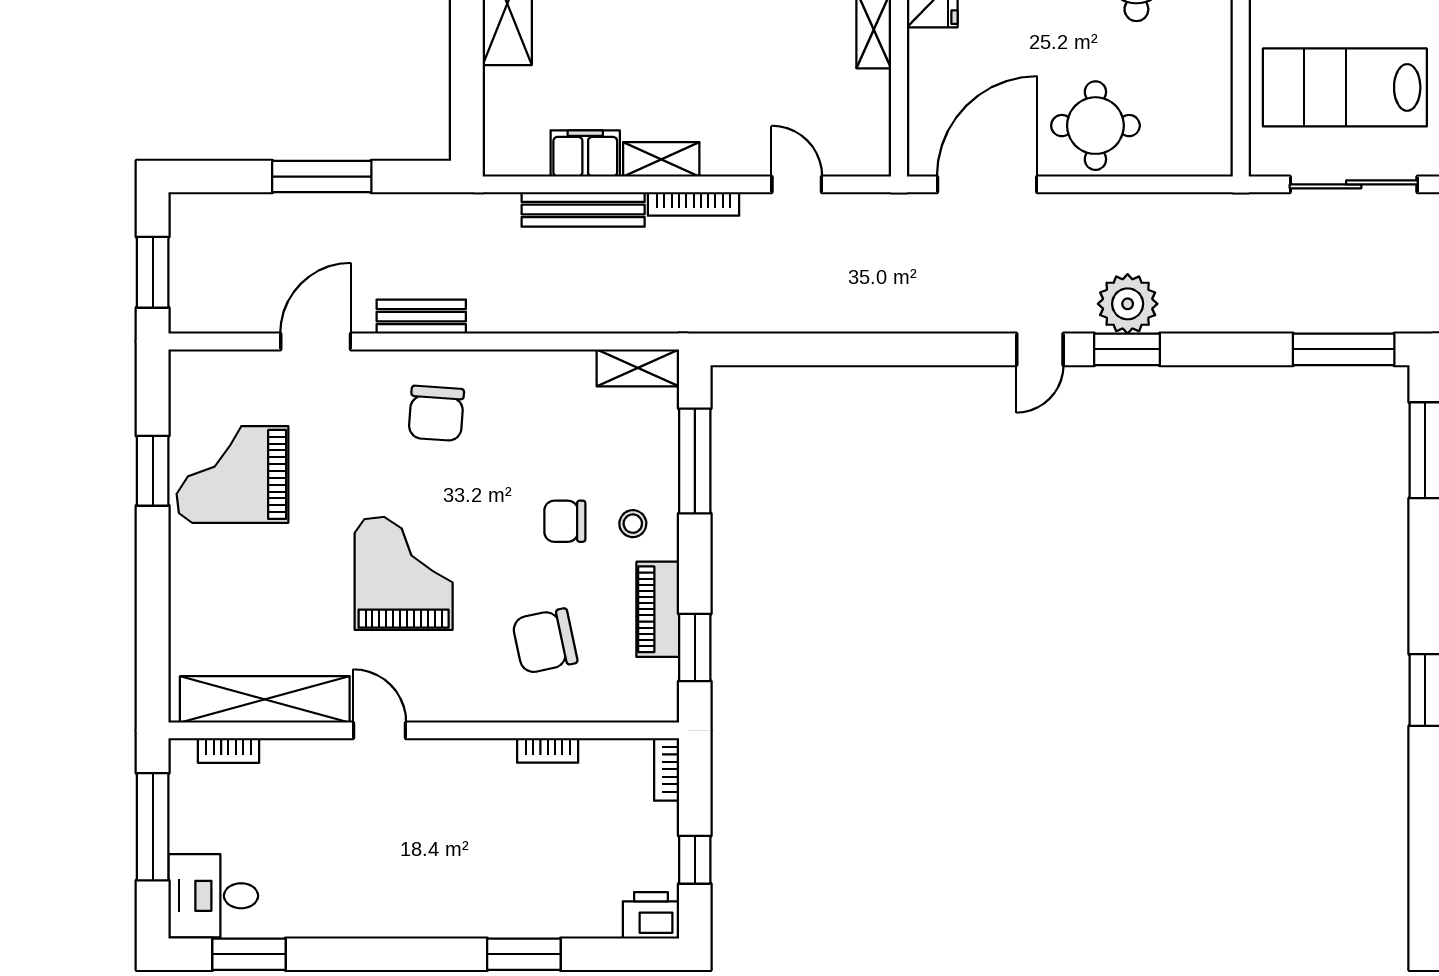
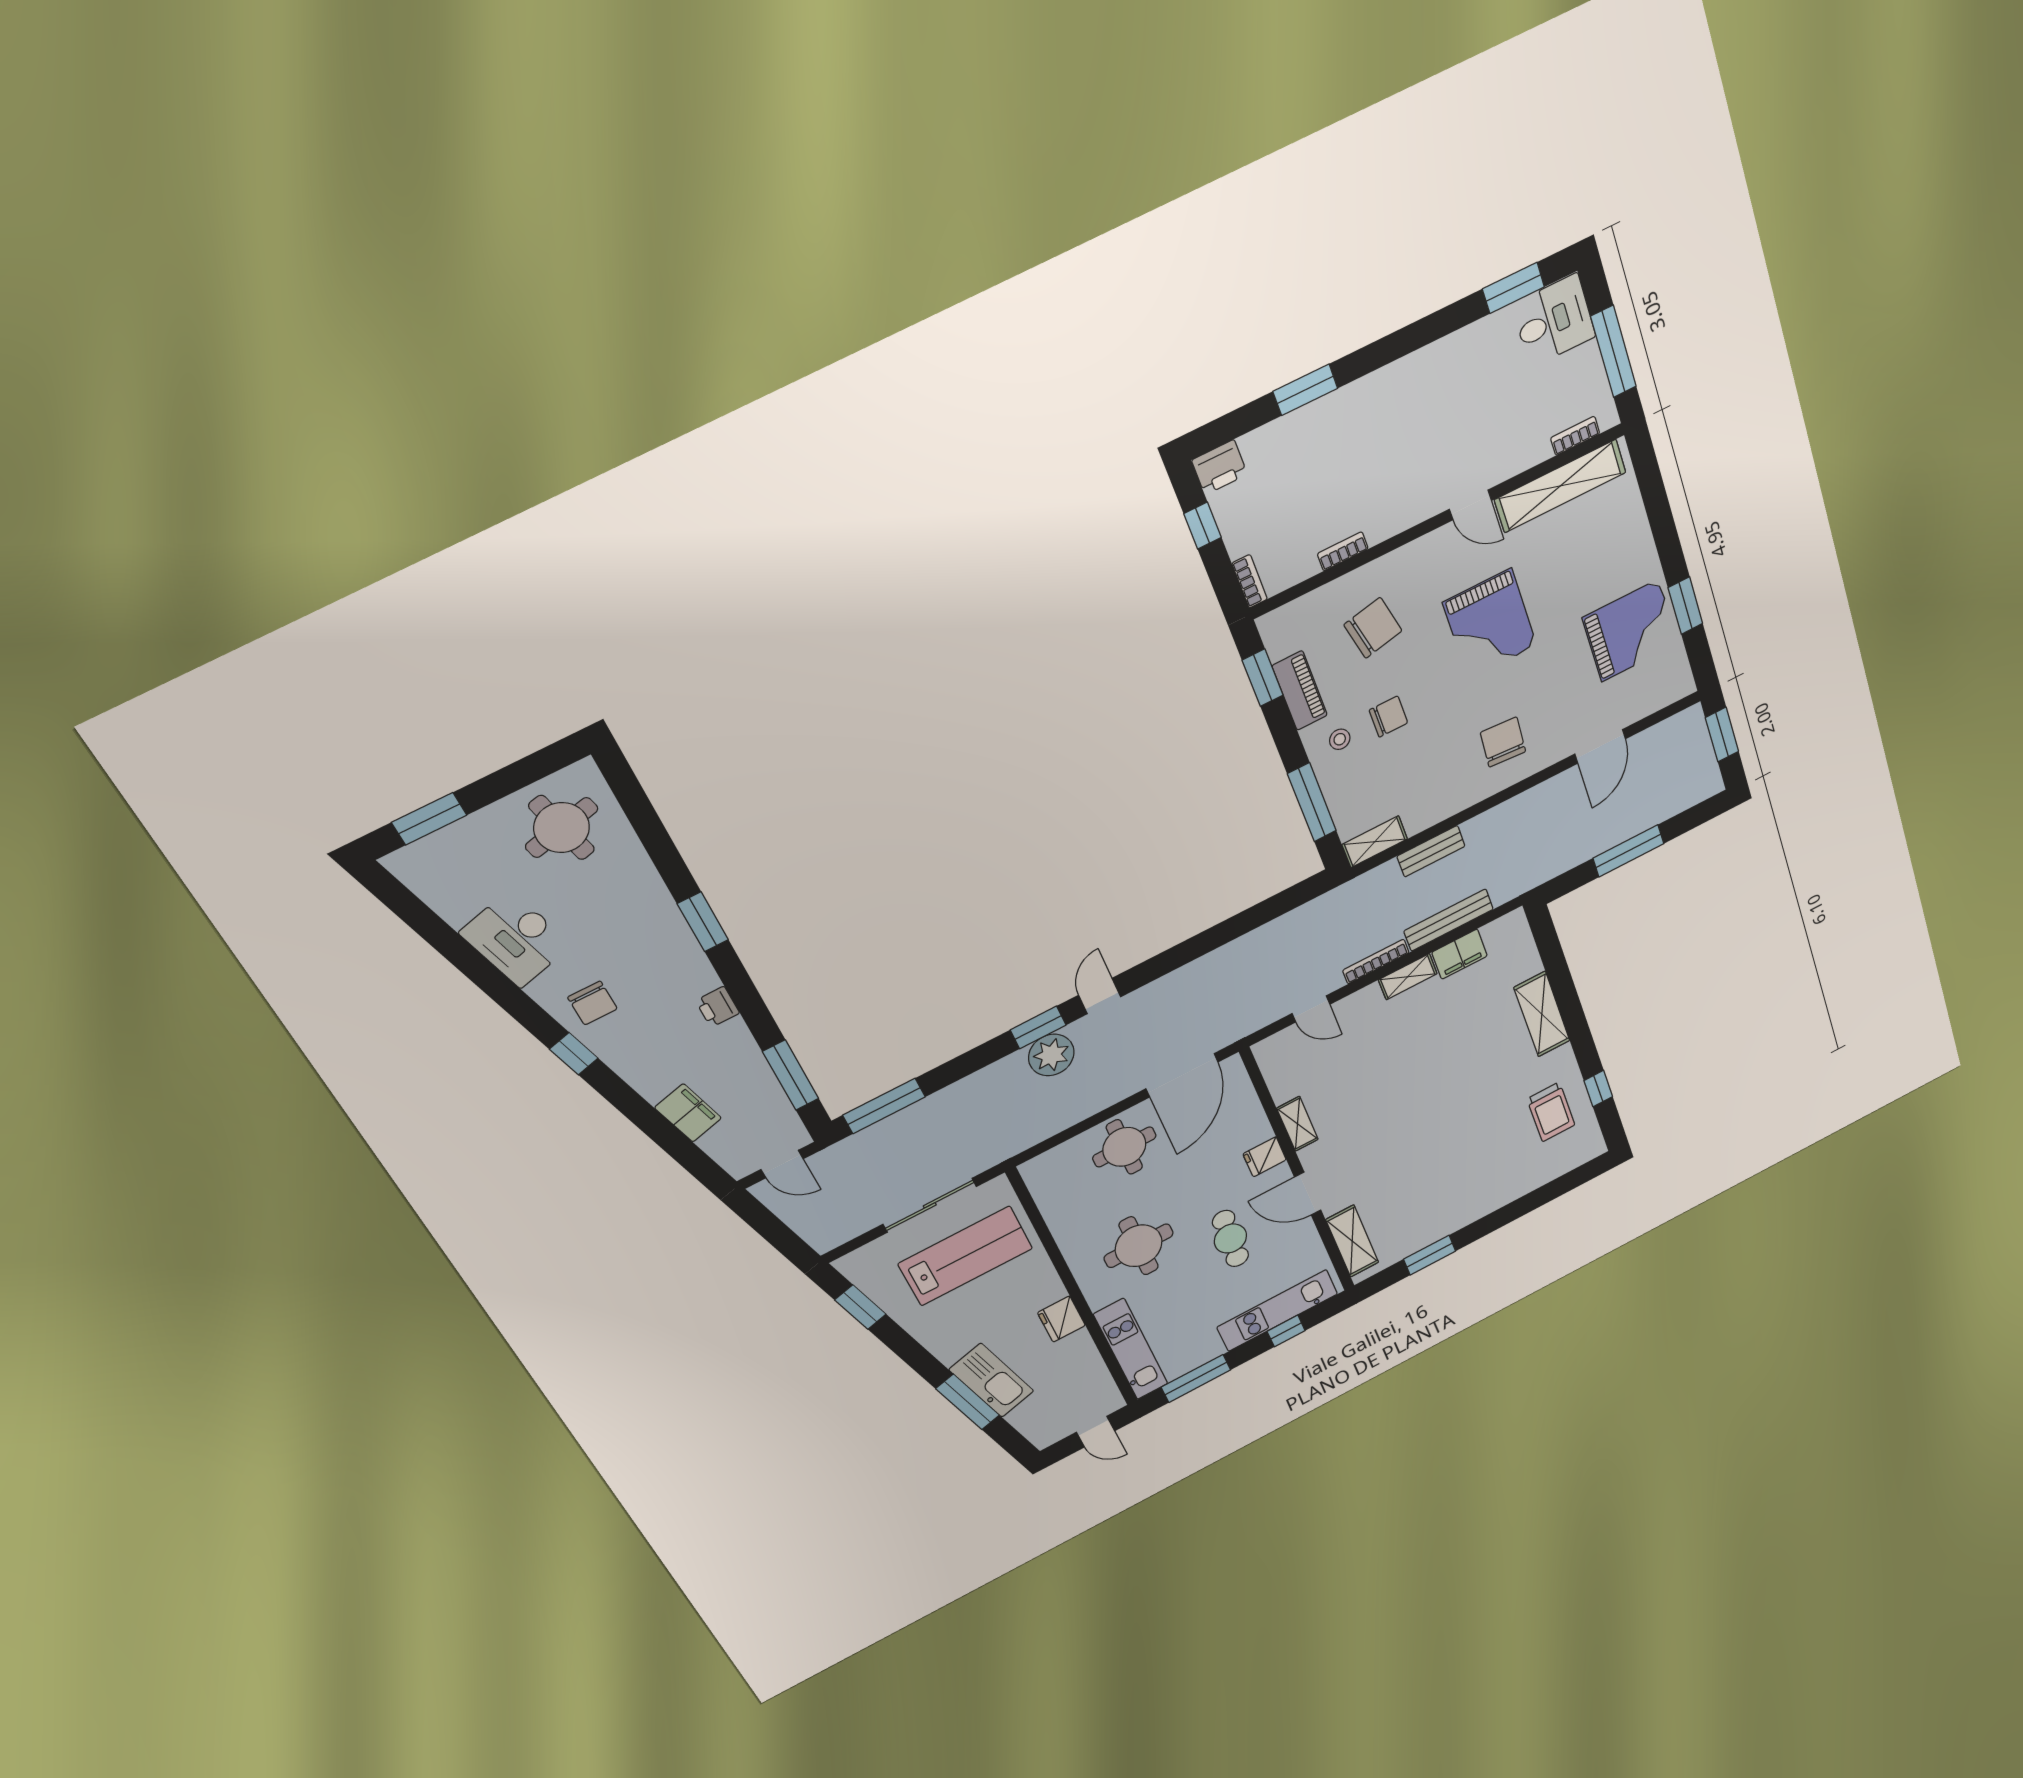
bench: (421, 317) -> (1431, 851), moved

